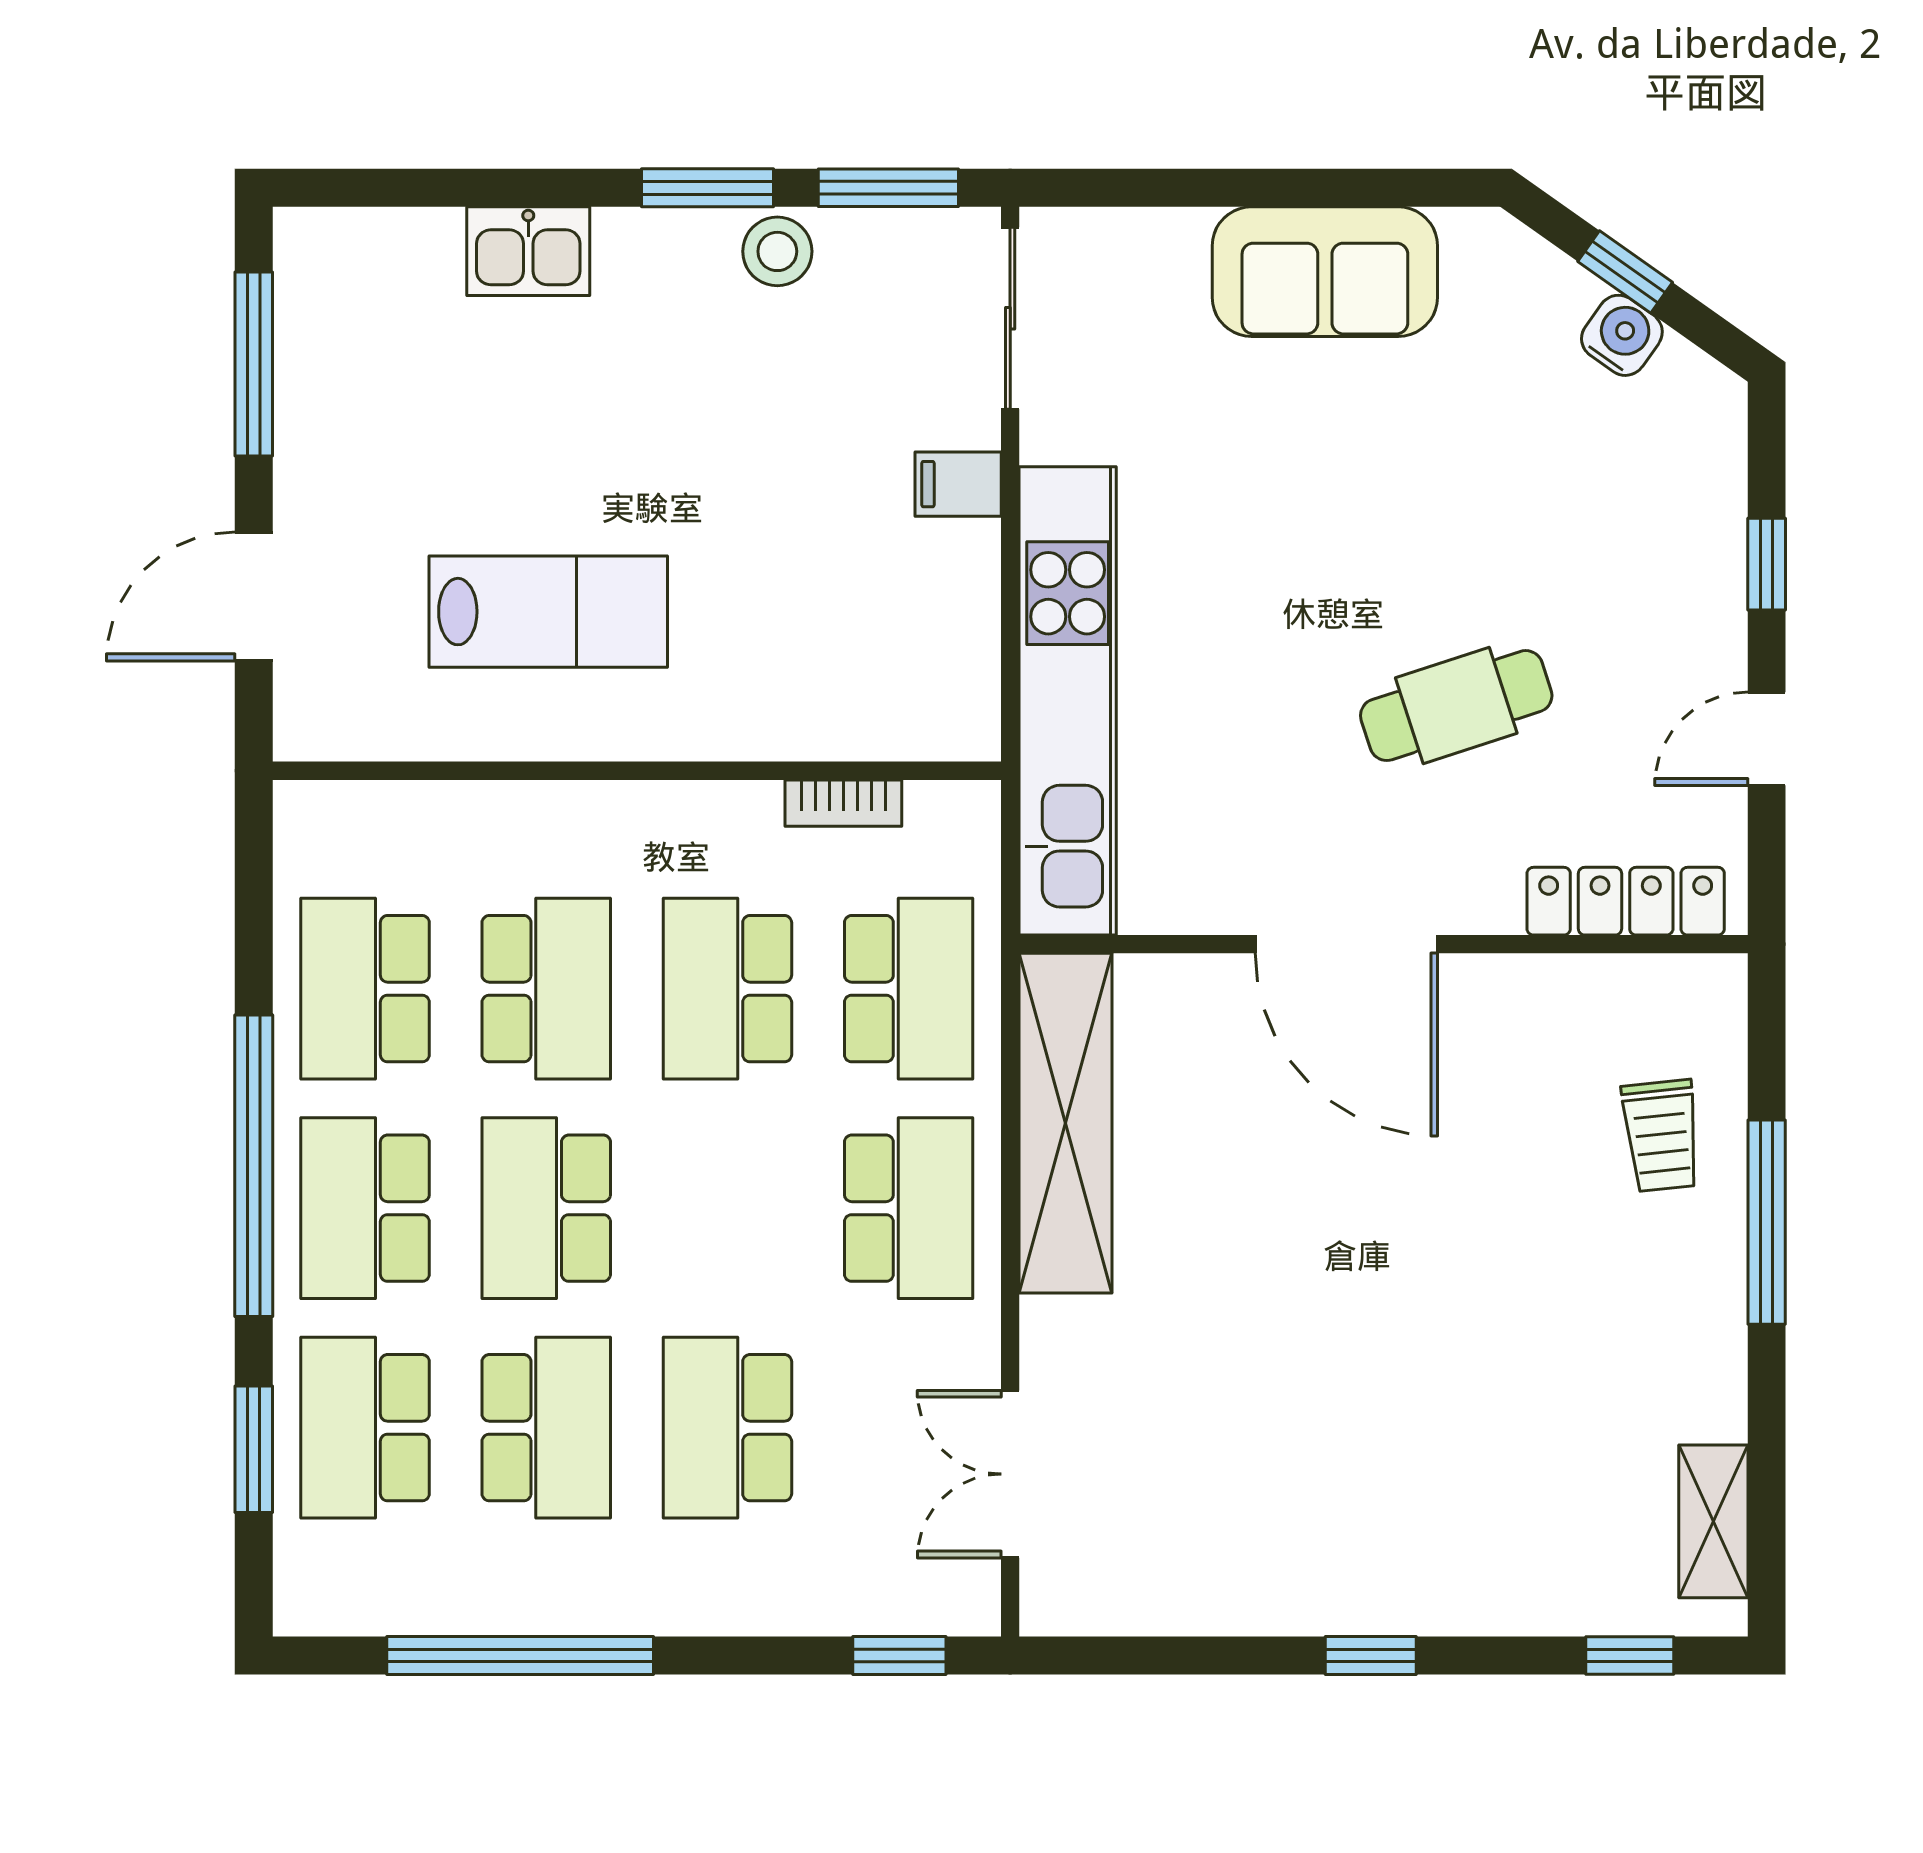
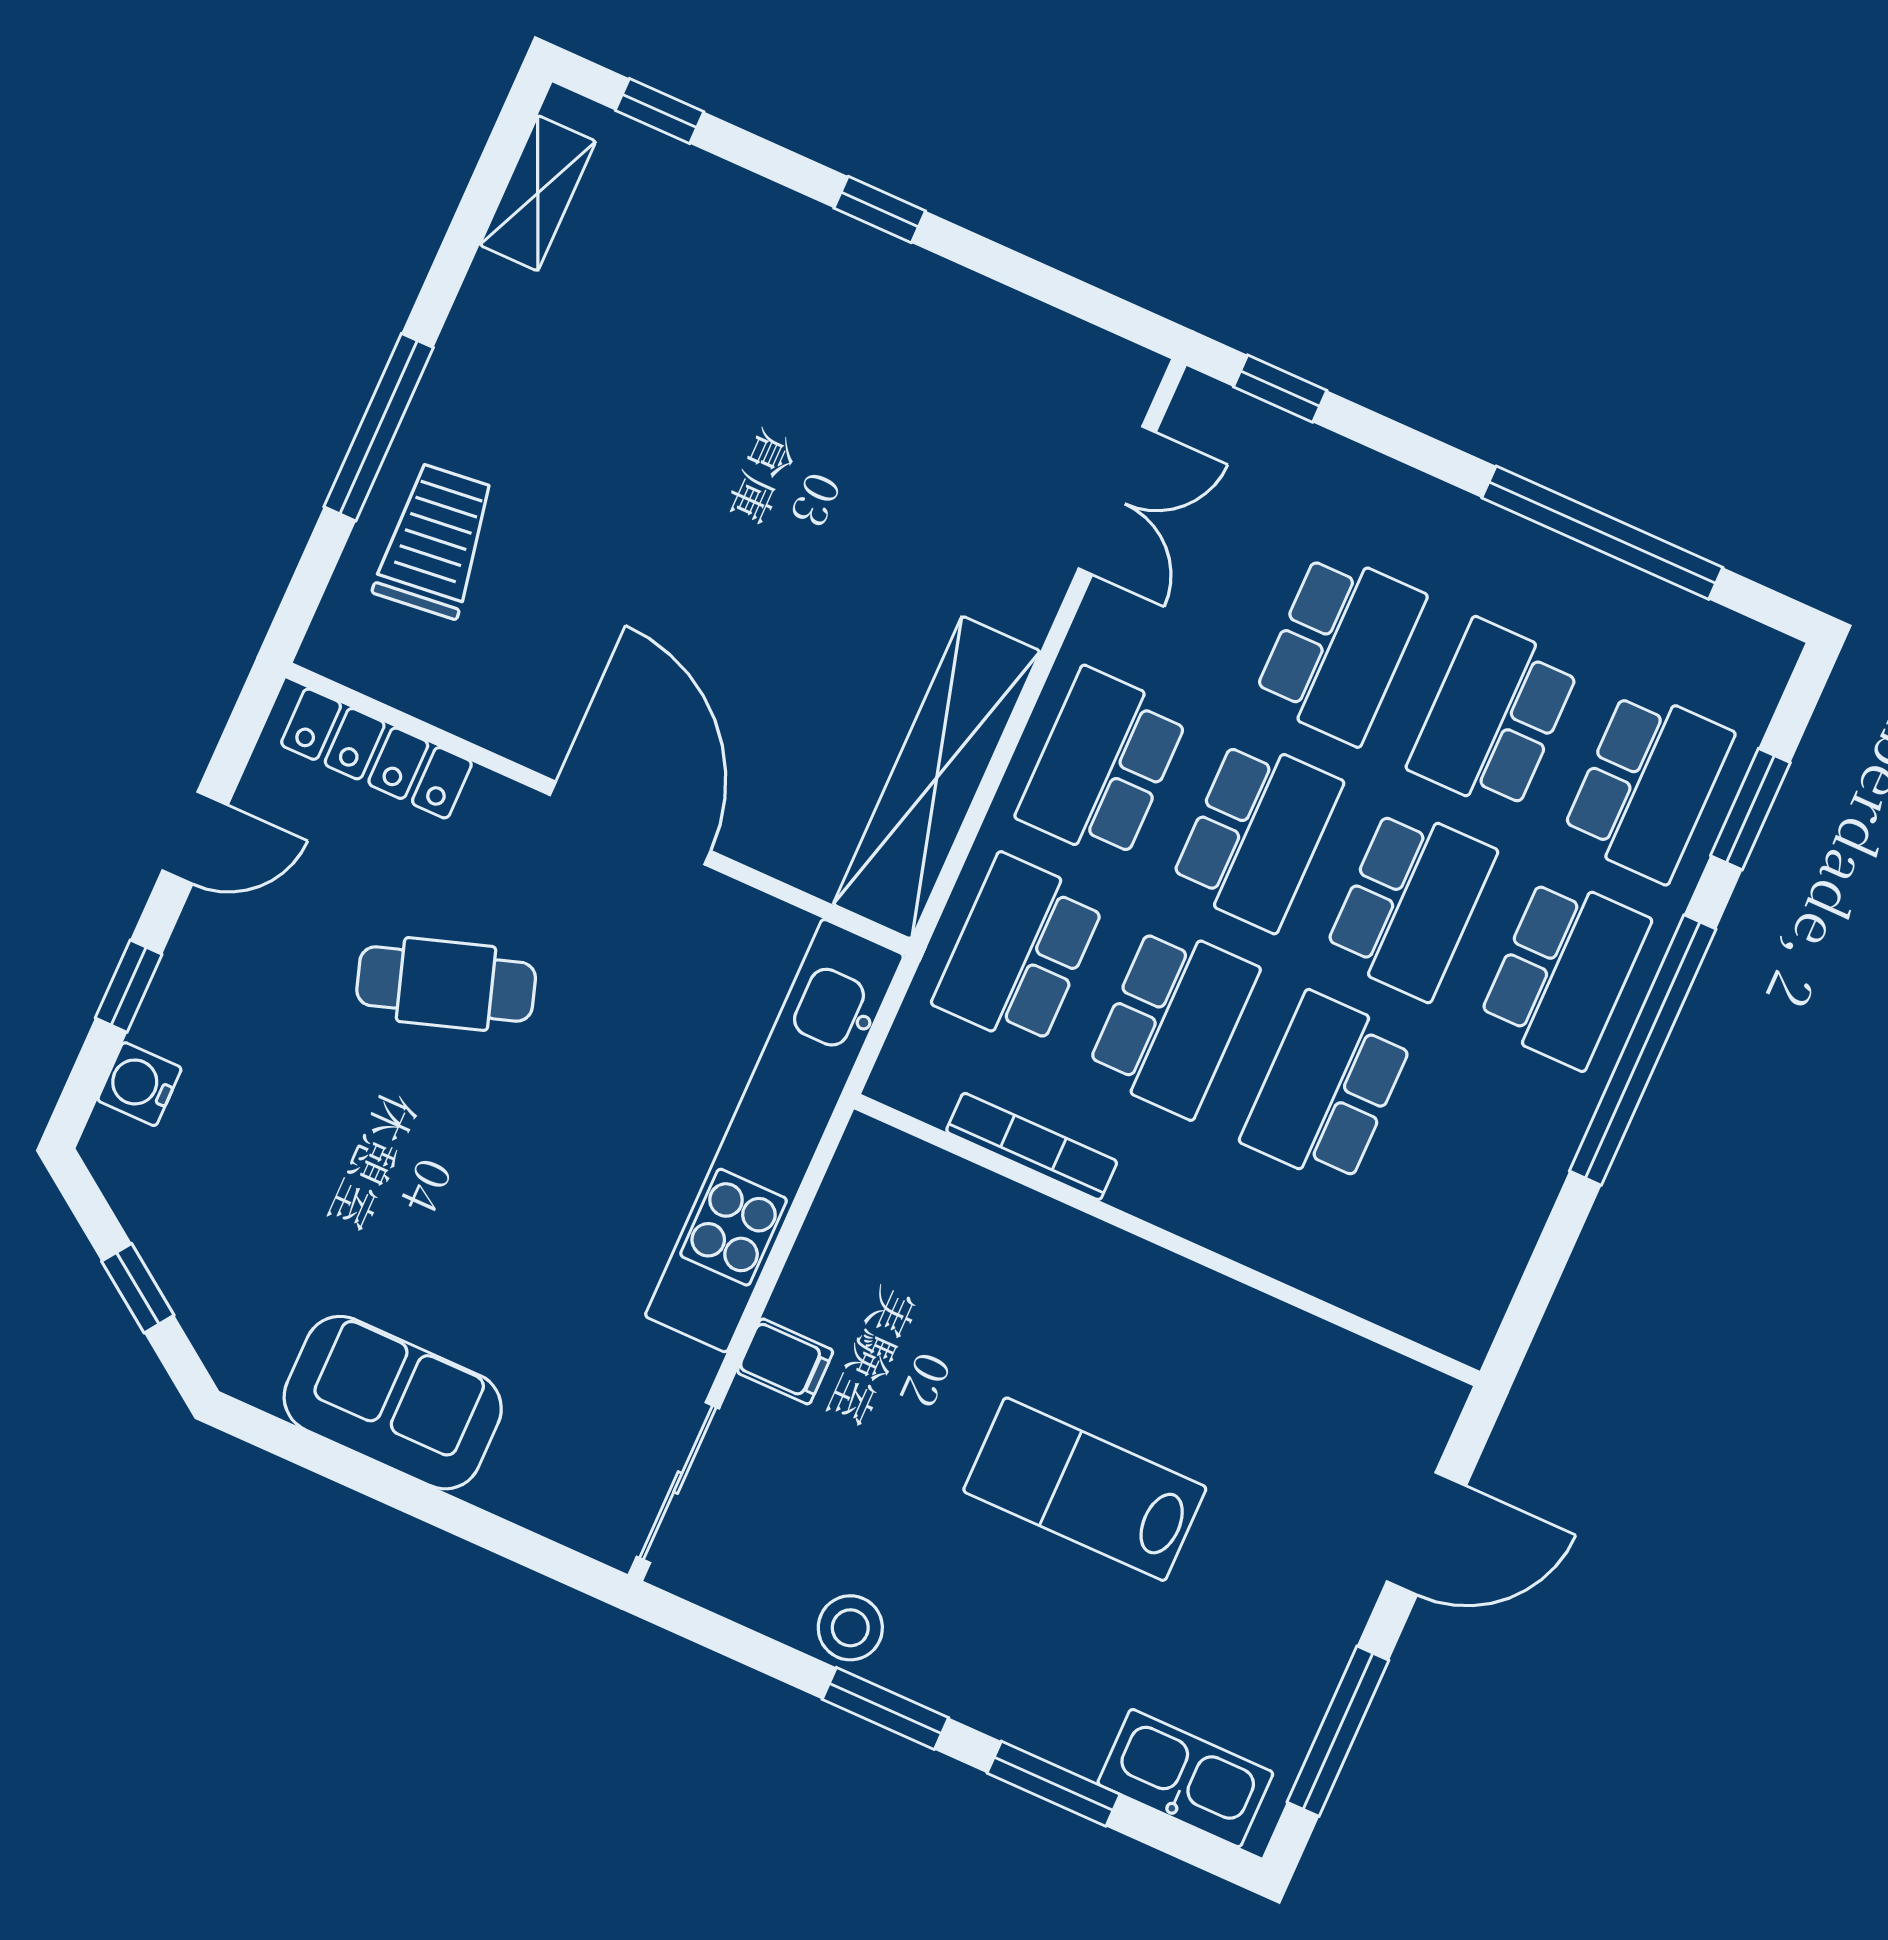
window: (888, 188) -> (1054, 1784), moved
kitchen sink: (528, 251) -> (1185, 1778), moved, width x1.38
water cooler: (1622, 335) -> (139, 1084), moved, turned 55
lab bench: (548, 612) -> (1085, 1489), moved
bookcase: (843, 803) -> (1032, 1146), width x1.56
school desk: (365, 989) -> (1256, 834), moved
trolley: (1661, 1136) -> (435, 541), width x1.36, depth x1.39

